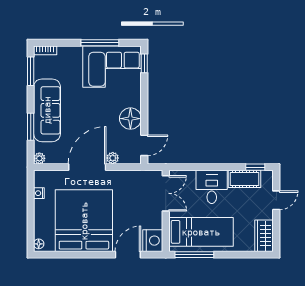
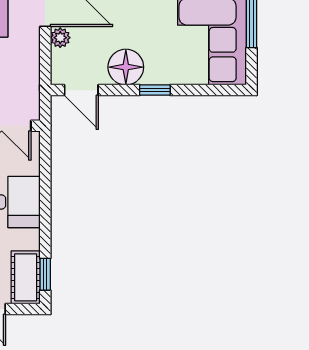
window: (144, 63) -> (155, 90), moved
cot: (244, 179) -> (26, 277), moved

